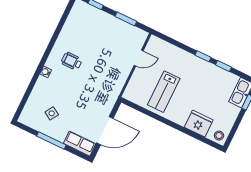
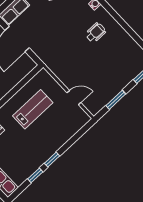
door: (139, 58) -> (74, 98), swing flipped
lab bench: (164, 92) -> (33, 109), turned 90

